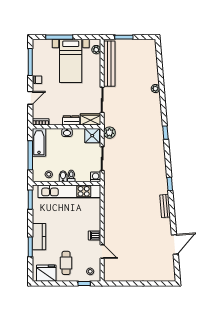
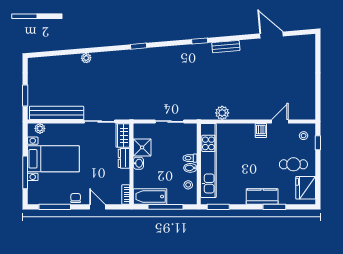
plant: (109, 133) -> (222, 113), moved
shower: (92, 136) -> (142, 147), moved
washing machine: (96, 177) -> (191, 129), removed

